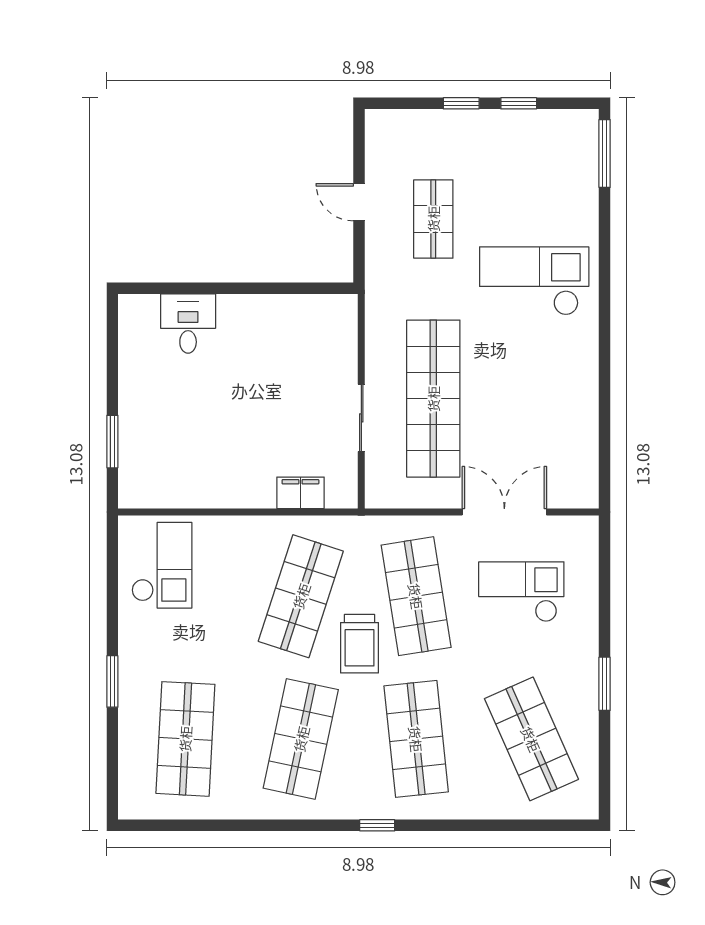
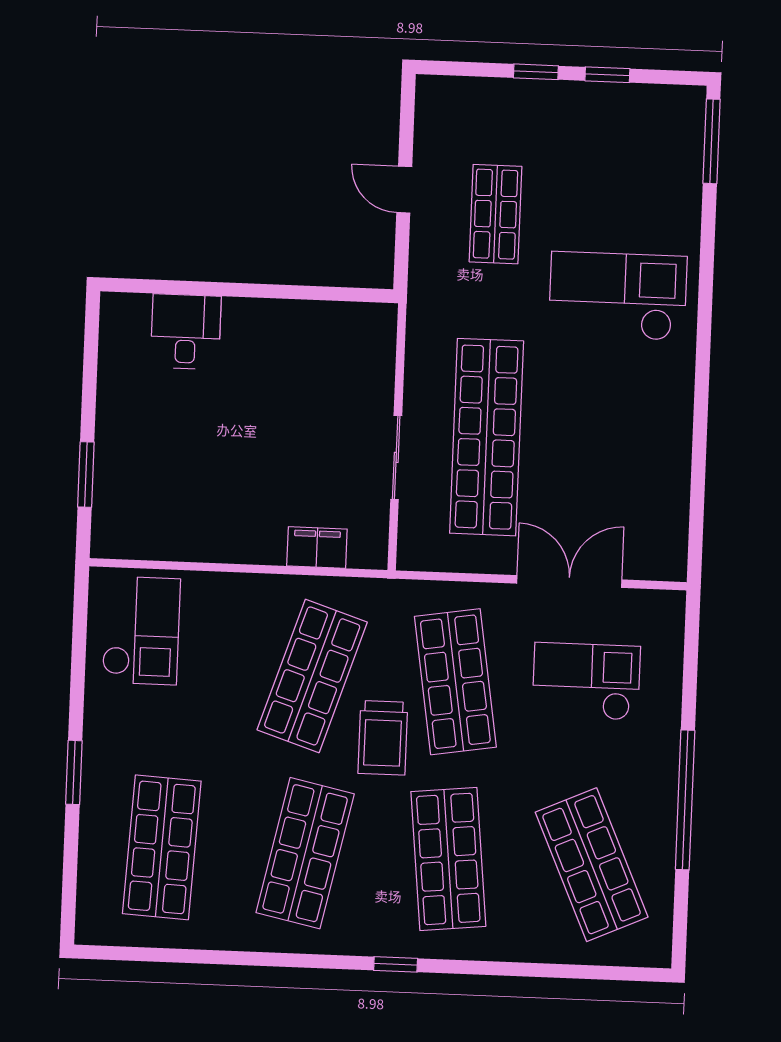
window: (605, 684) -> (685, 800), width x2.11

